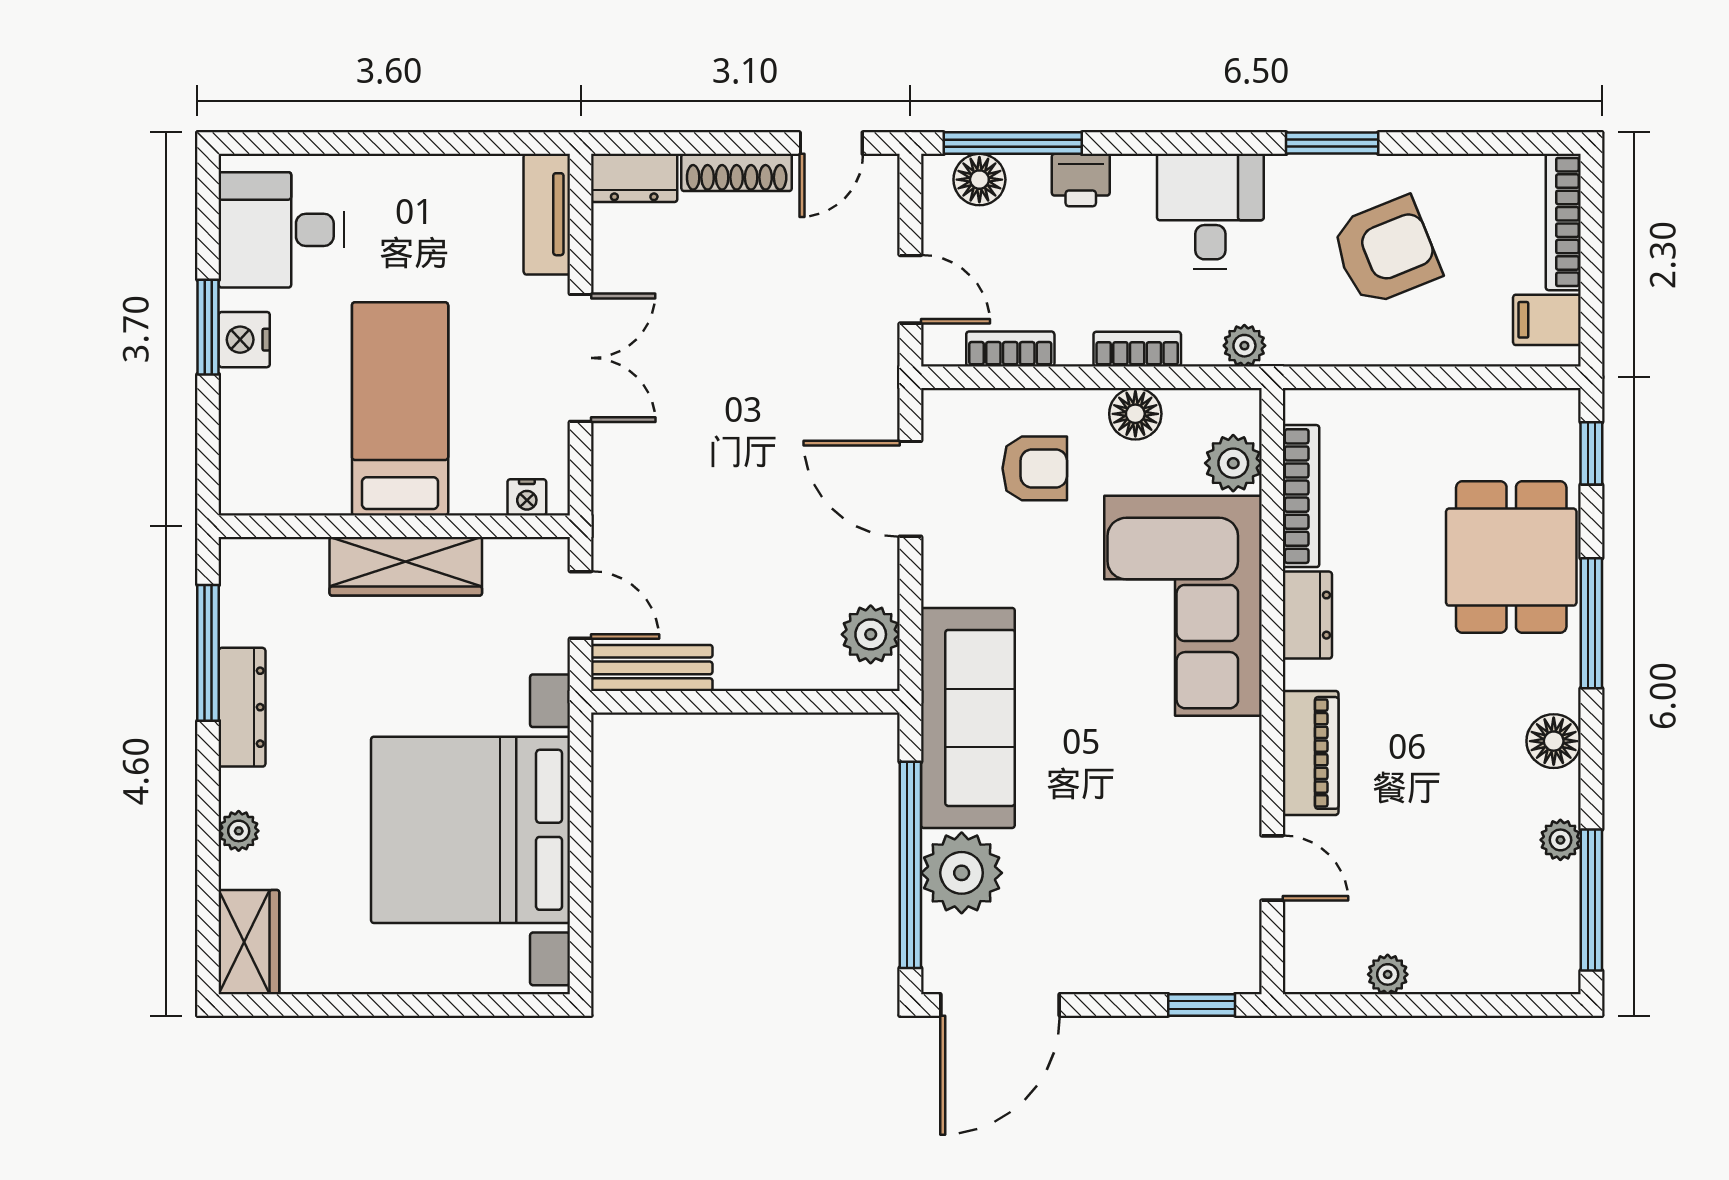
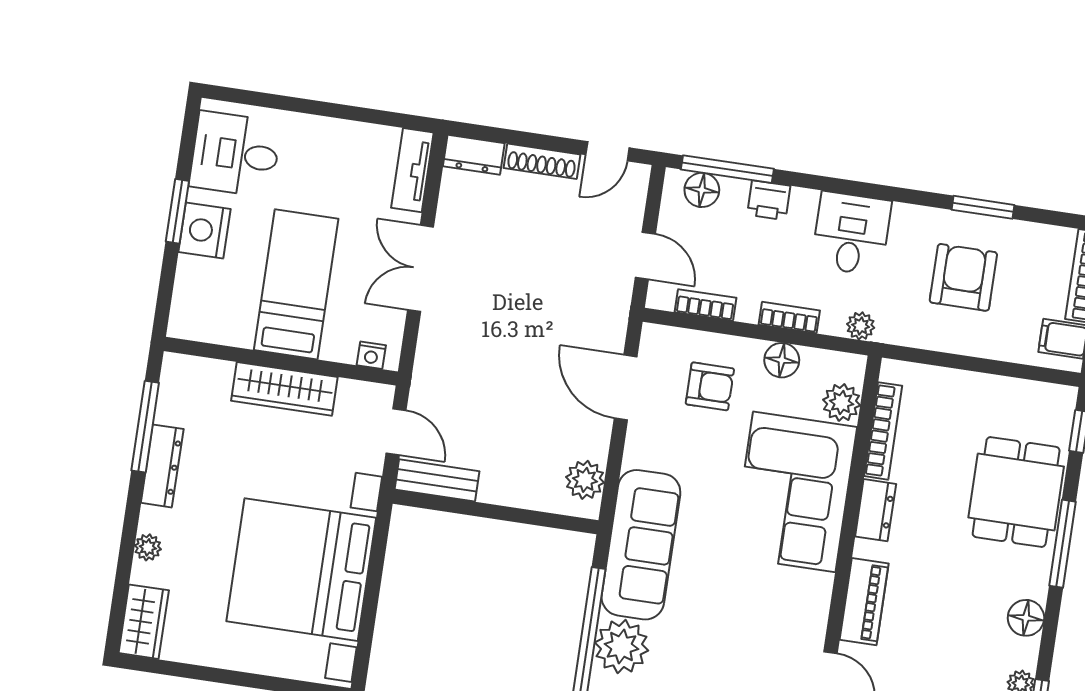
window: (1332, 143) -> (983, 207), moved
armchair: (1386, 251) -> (963, 277), turned -68
nightstand: (244, 340) -> (205, 231), width x1.36, depth x1.33
double door: (581, 358) -> (421, 268), swing flipped

